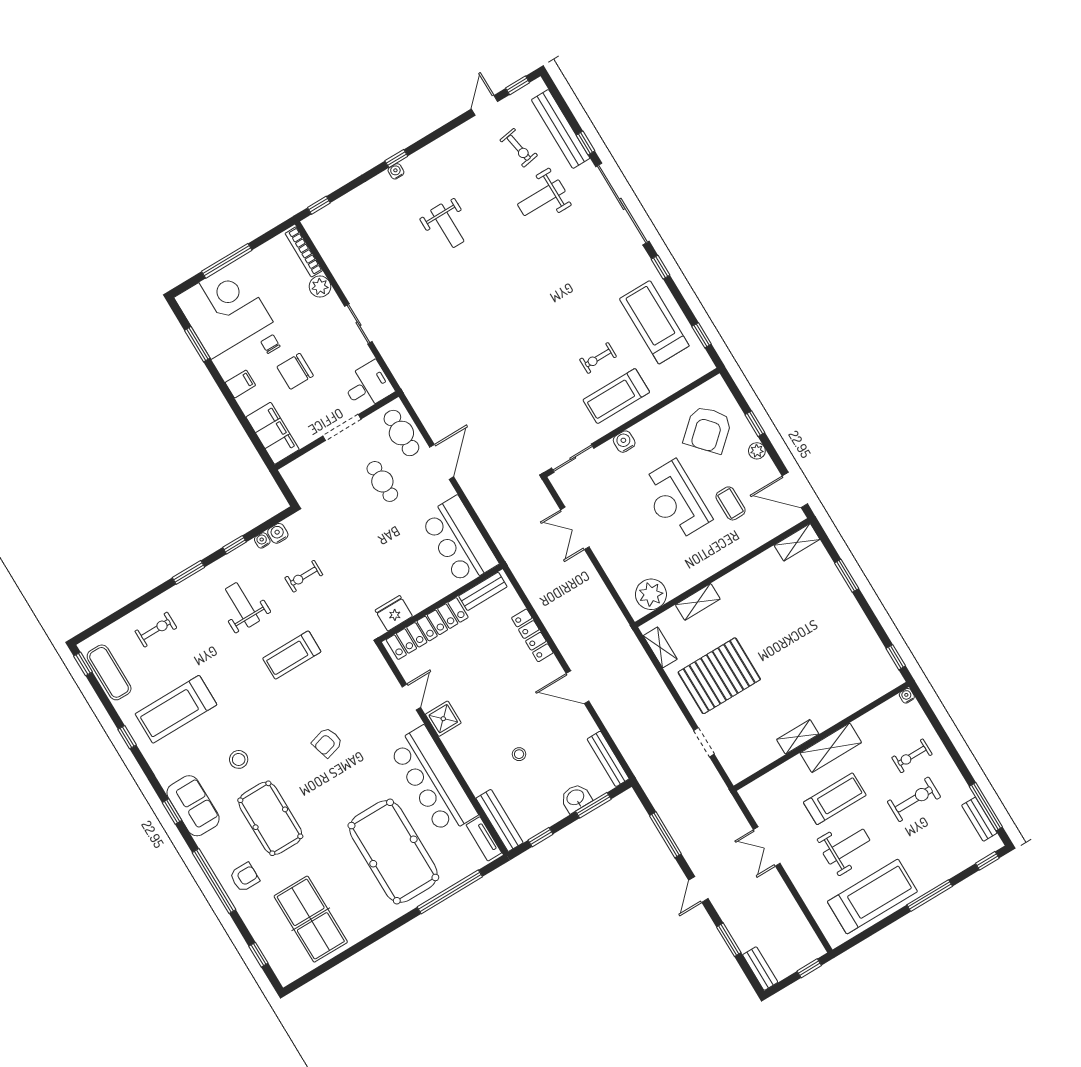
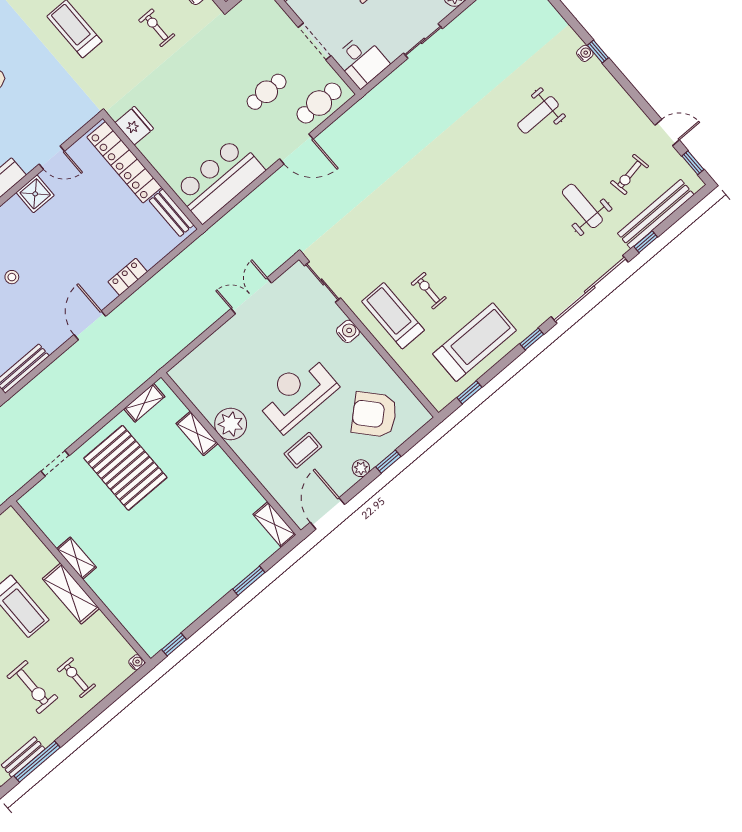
plant: (651, 594) -> (231, 424), moved
locker: (532, 635) -> (128, 277), width x0.66

